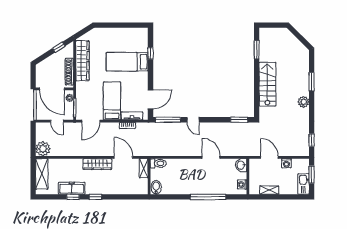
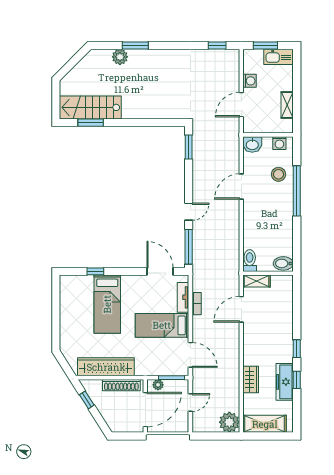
stairs: (267, 84) -> (90, 107), moved
plant: (303, 102) -> (120, 57), moved
wardrobe: (97, 164) -> (251, 379), moved, width x0.67
stool: (220, 184) -> (278, 174), added

